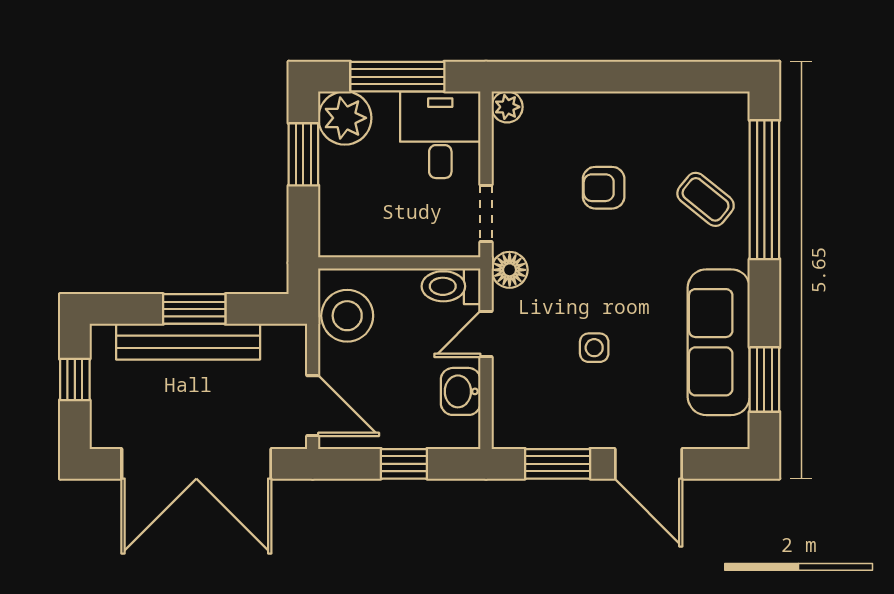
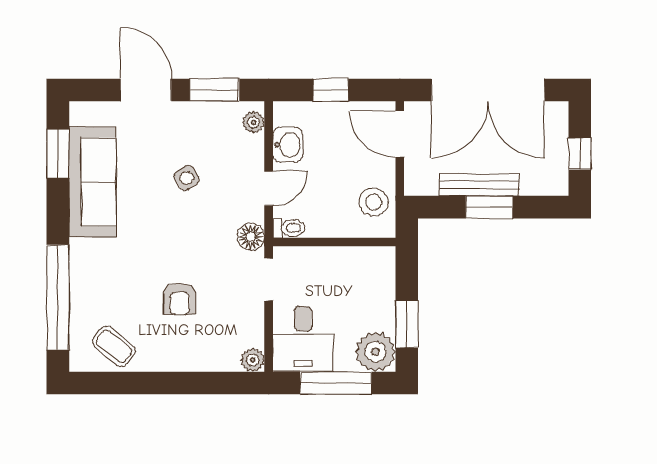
armchair: (604, 188) -> (180, 299), turned 90
coffee table: (706, 199) -> (114, 346), moved
toilet: (451, 286) -> (289, 228), width x0.73, depth x0.72
stool: (347, 316) -> (374, 202), width x0.73, depth x0.73
bench: (188, 342) -> (479, 185), width x0.73, depth x0.82
side table: (594, 348) -> (187, 178), turned -32
plant: (506, 421) -> (253, 122), added
double door: (196, 464) -> (488, 90), swing flipped

